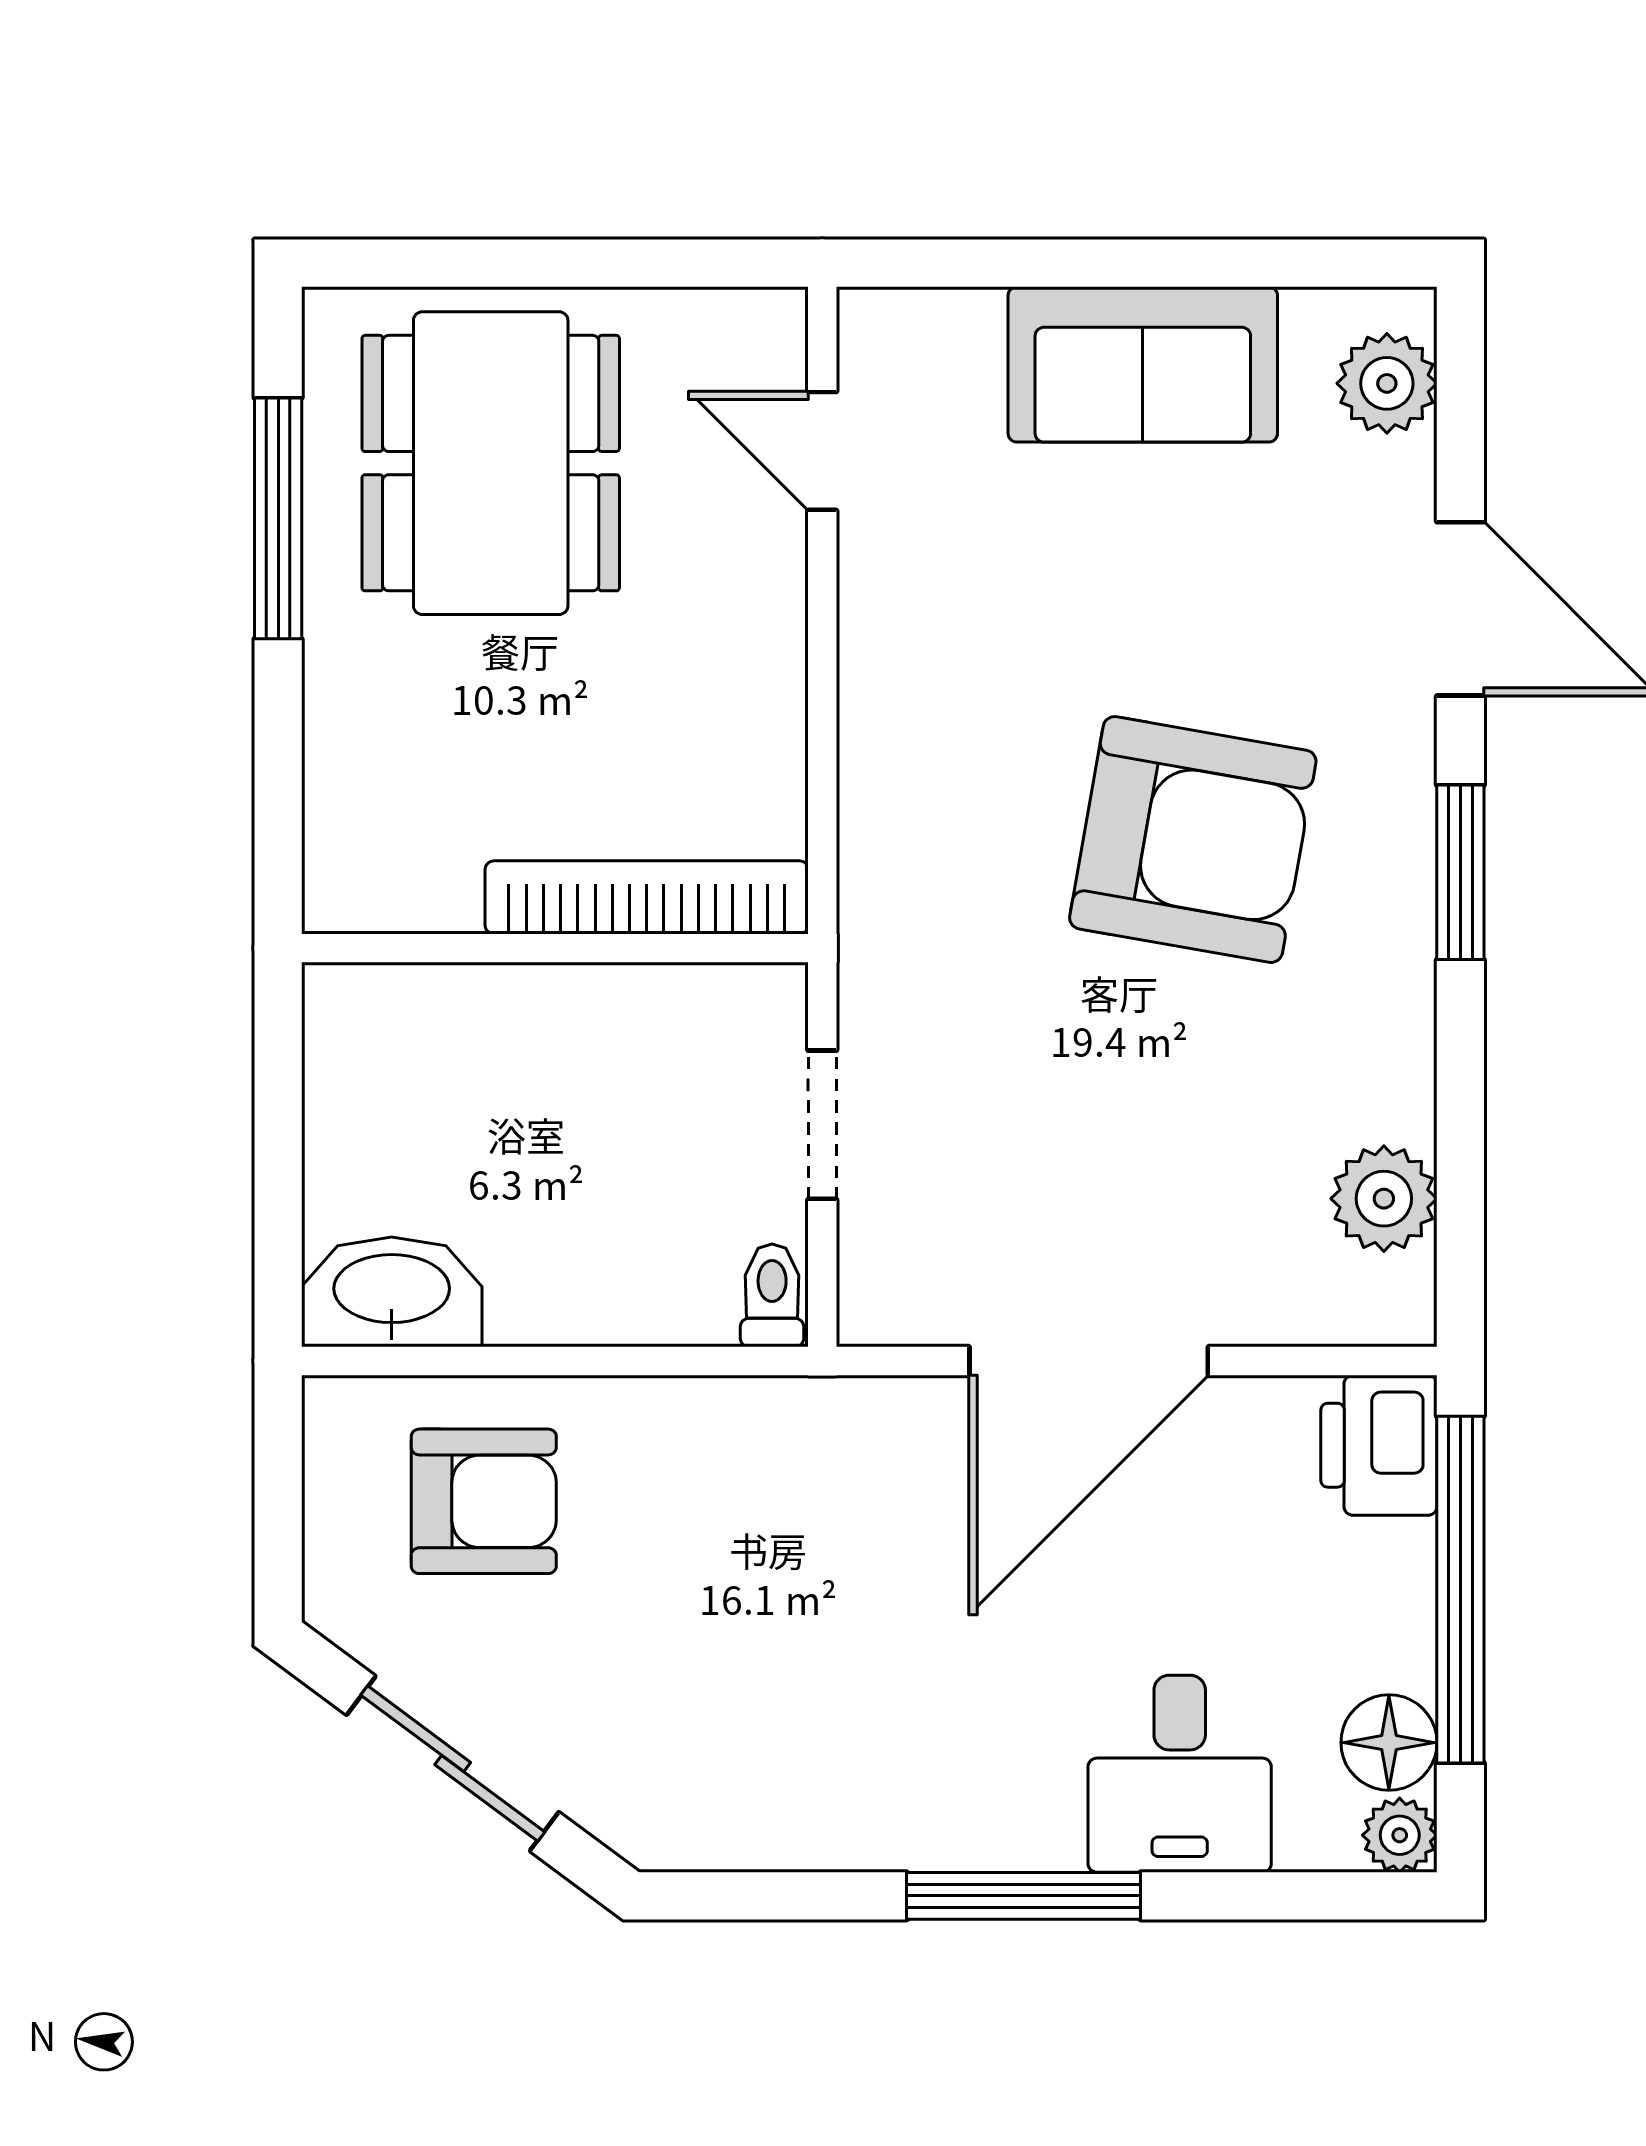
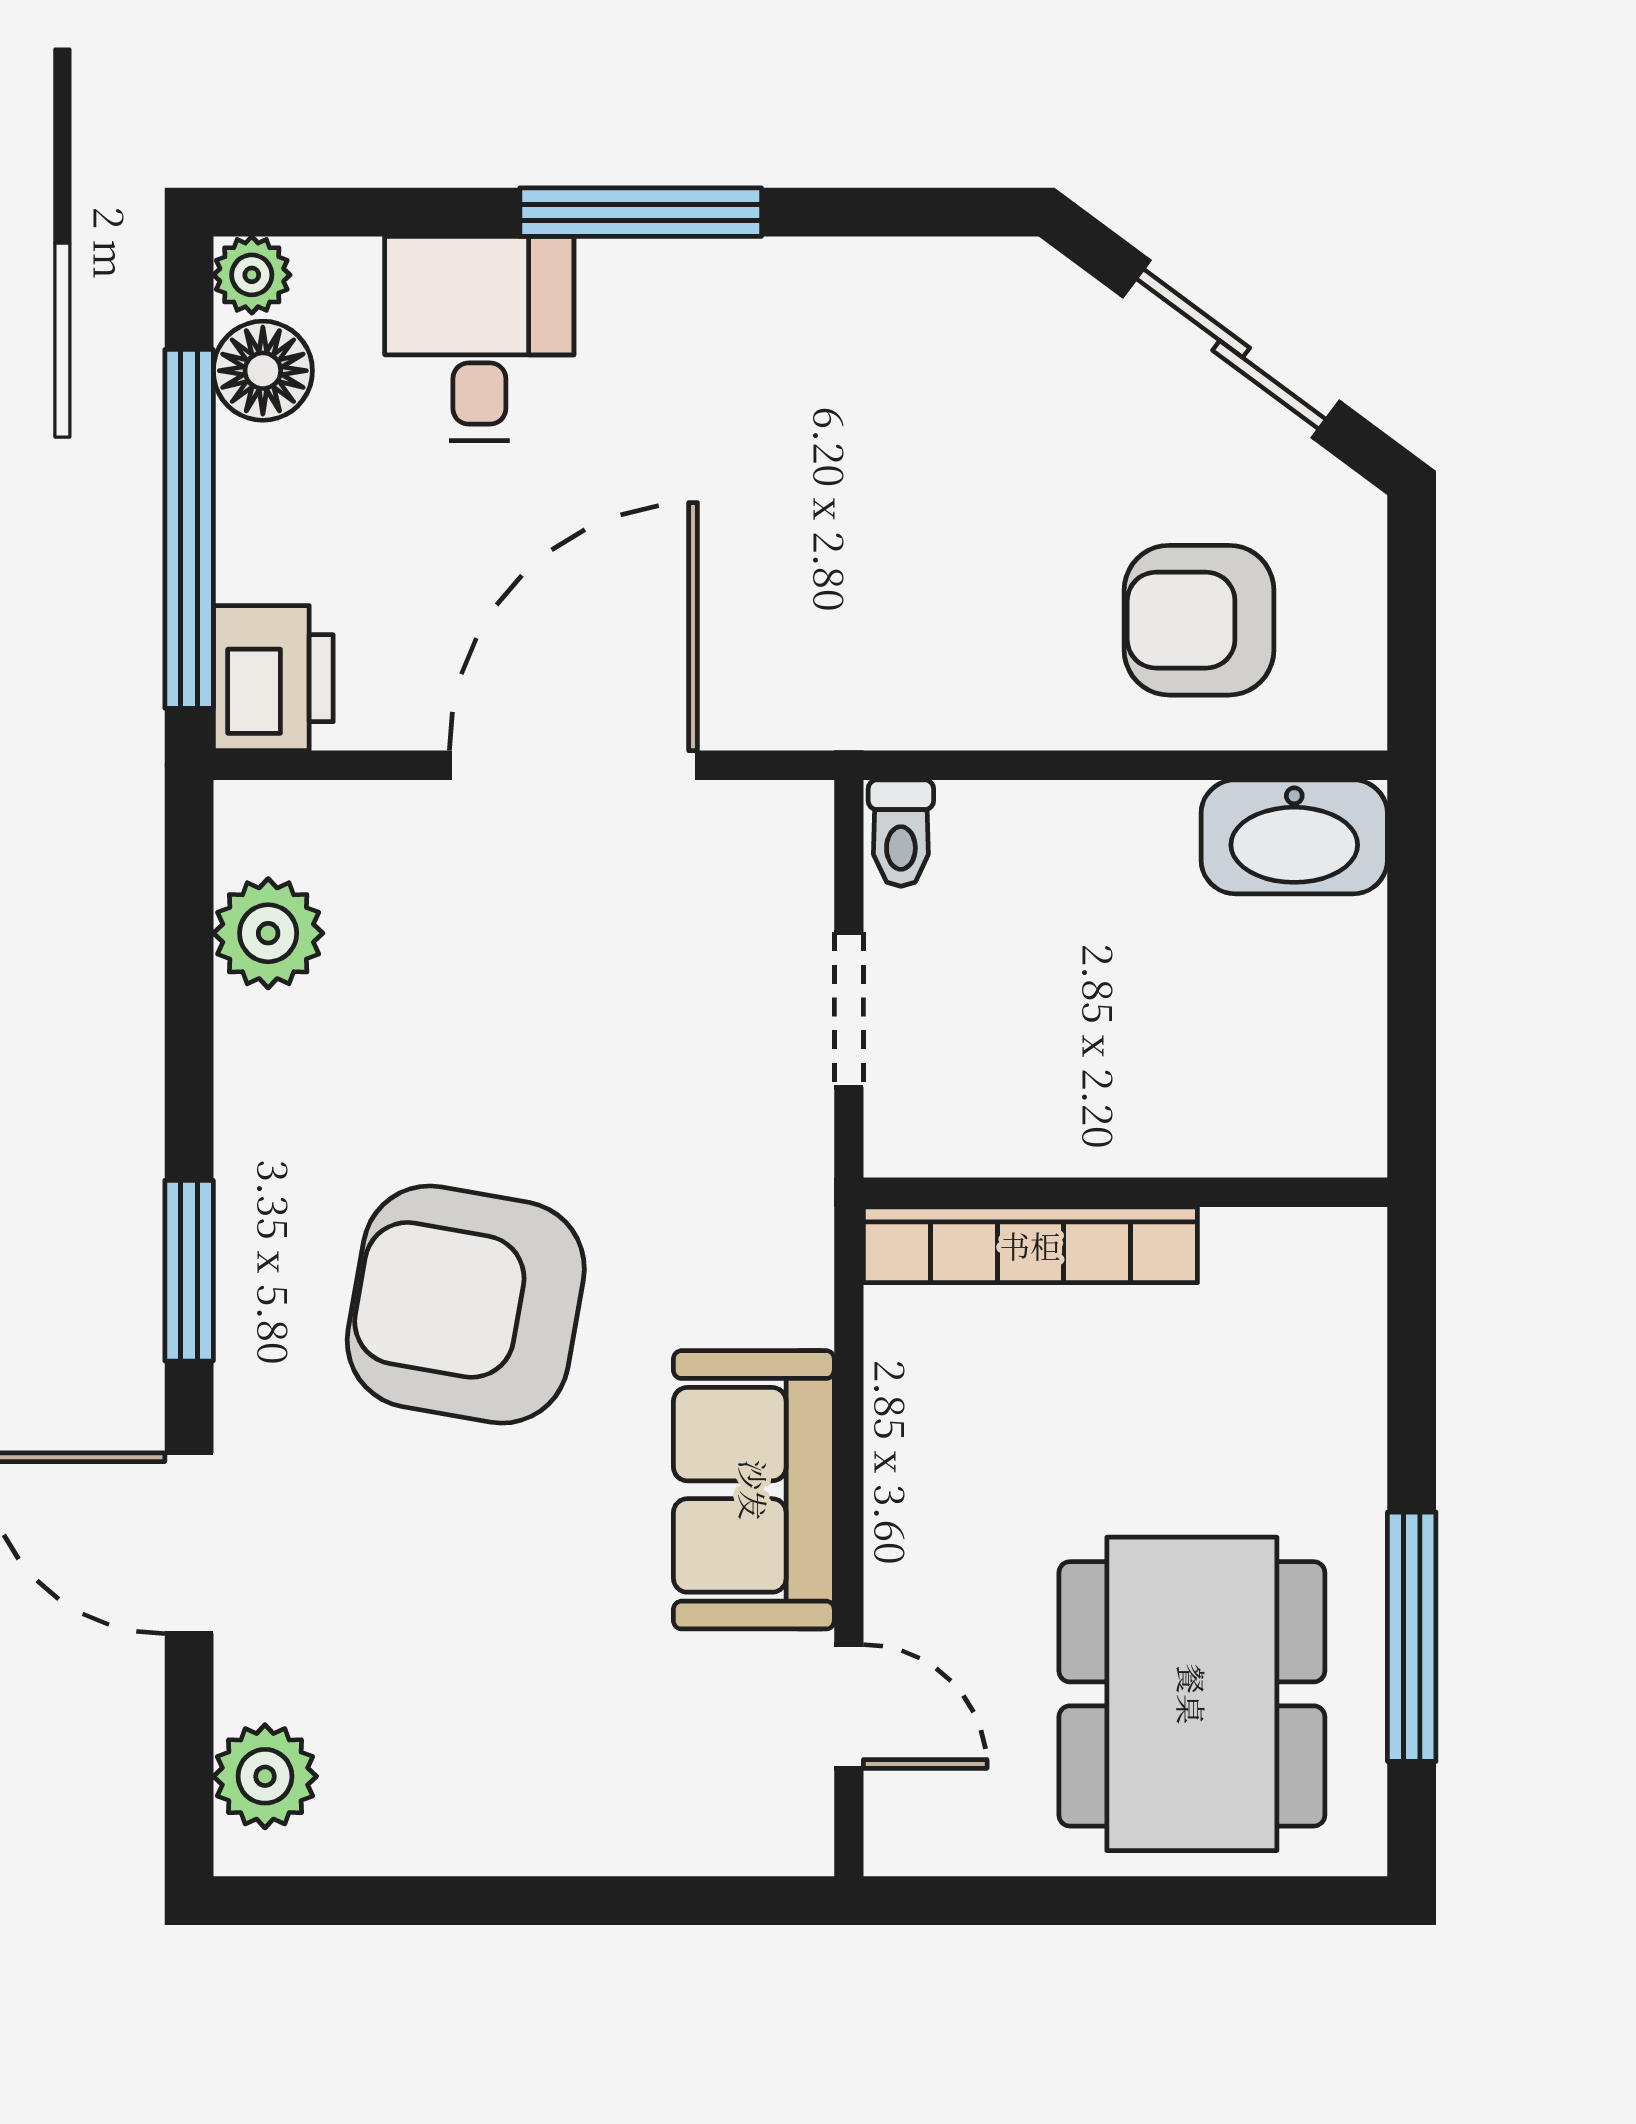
sofa: (1143, 364) -> (754, 1490), moved, turned -90

